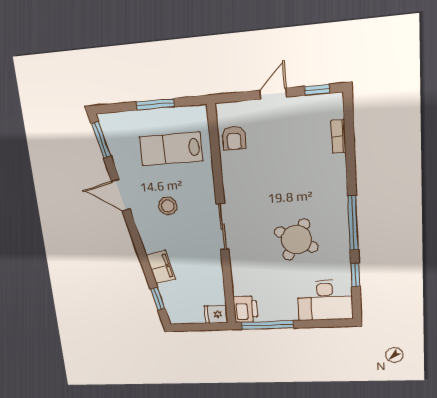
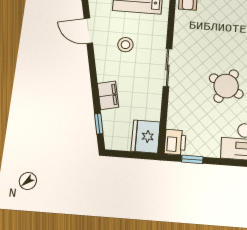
fridge: (216, 314) -> (146, 136), width x1.88, depth x1.34
window: (267, 325) -> (192, 159), width x0.46

